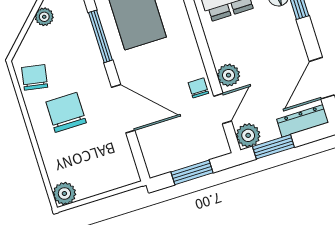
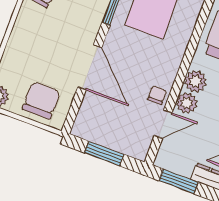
chair: (66, 112) -> (41, 100), moved
plant: (248, 135) -> (195, 81), moved

